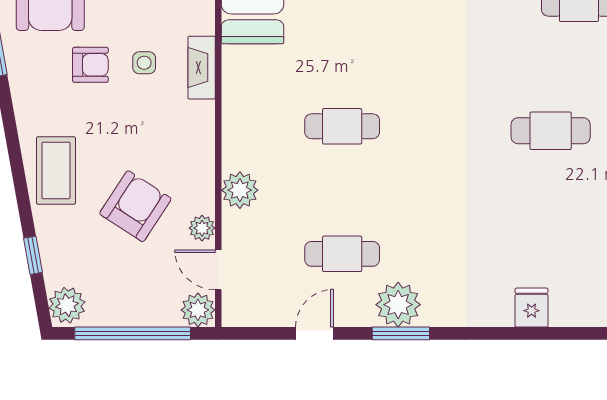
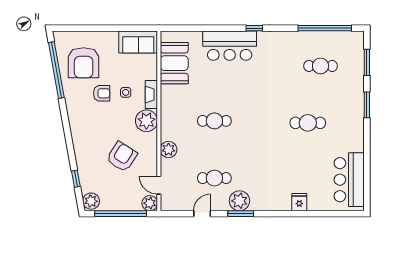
coffee table: (56, 171) -> (86, 141), removed
plant: (202, 228) -> (146, 121), moved, width x1.87, depth x1.87

